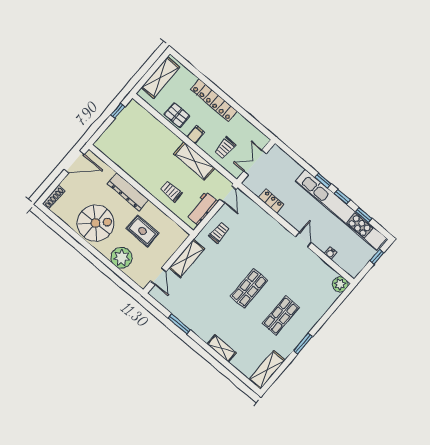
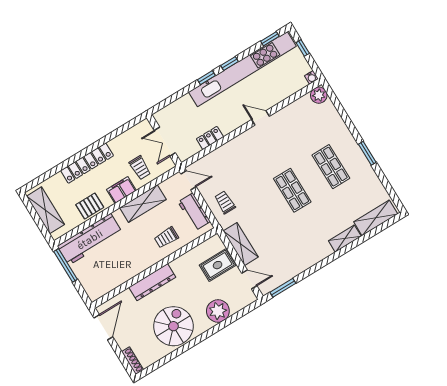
window: (118, 111) -> (65, 265), width x2.17
workbench: (148, 125) -> (90, 239), added
filing cabinet: (196, 135) -> (121, 190), width x2.00
window: (364, 215) -> (270, 39), moved
rug: (143, 231) -> (218, 265), moved
water cooler: (330, 253) -> (311, 77), moved
window: (179, 324) -> (283, 288), moved
shelving: (267, 370) -> (376, 218), moved, turned 90

